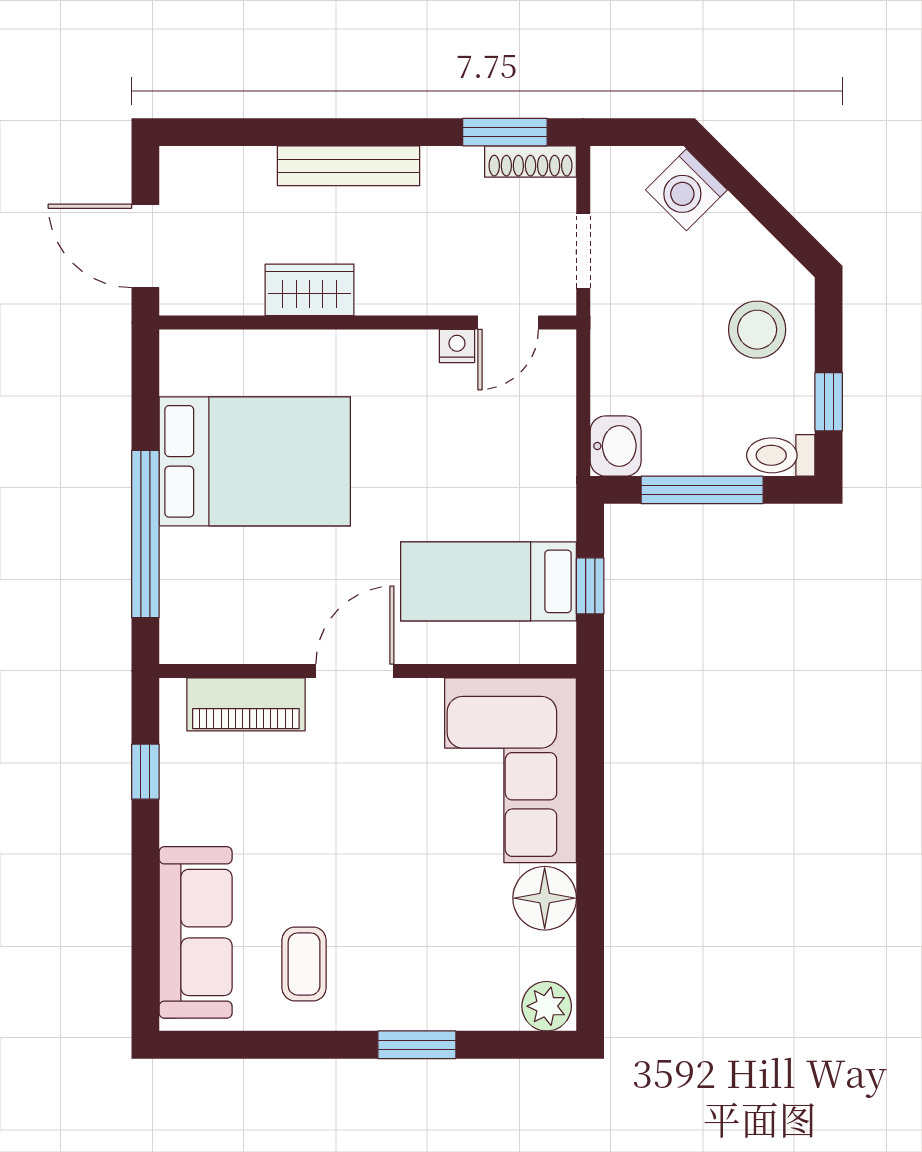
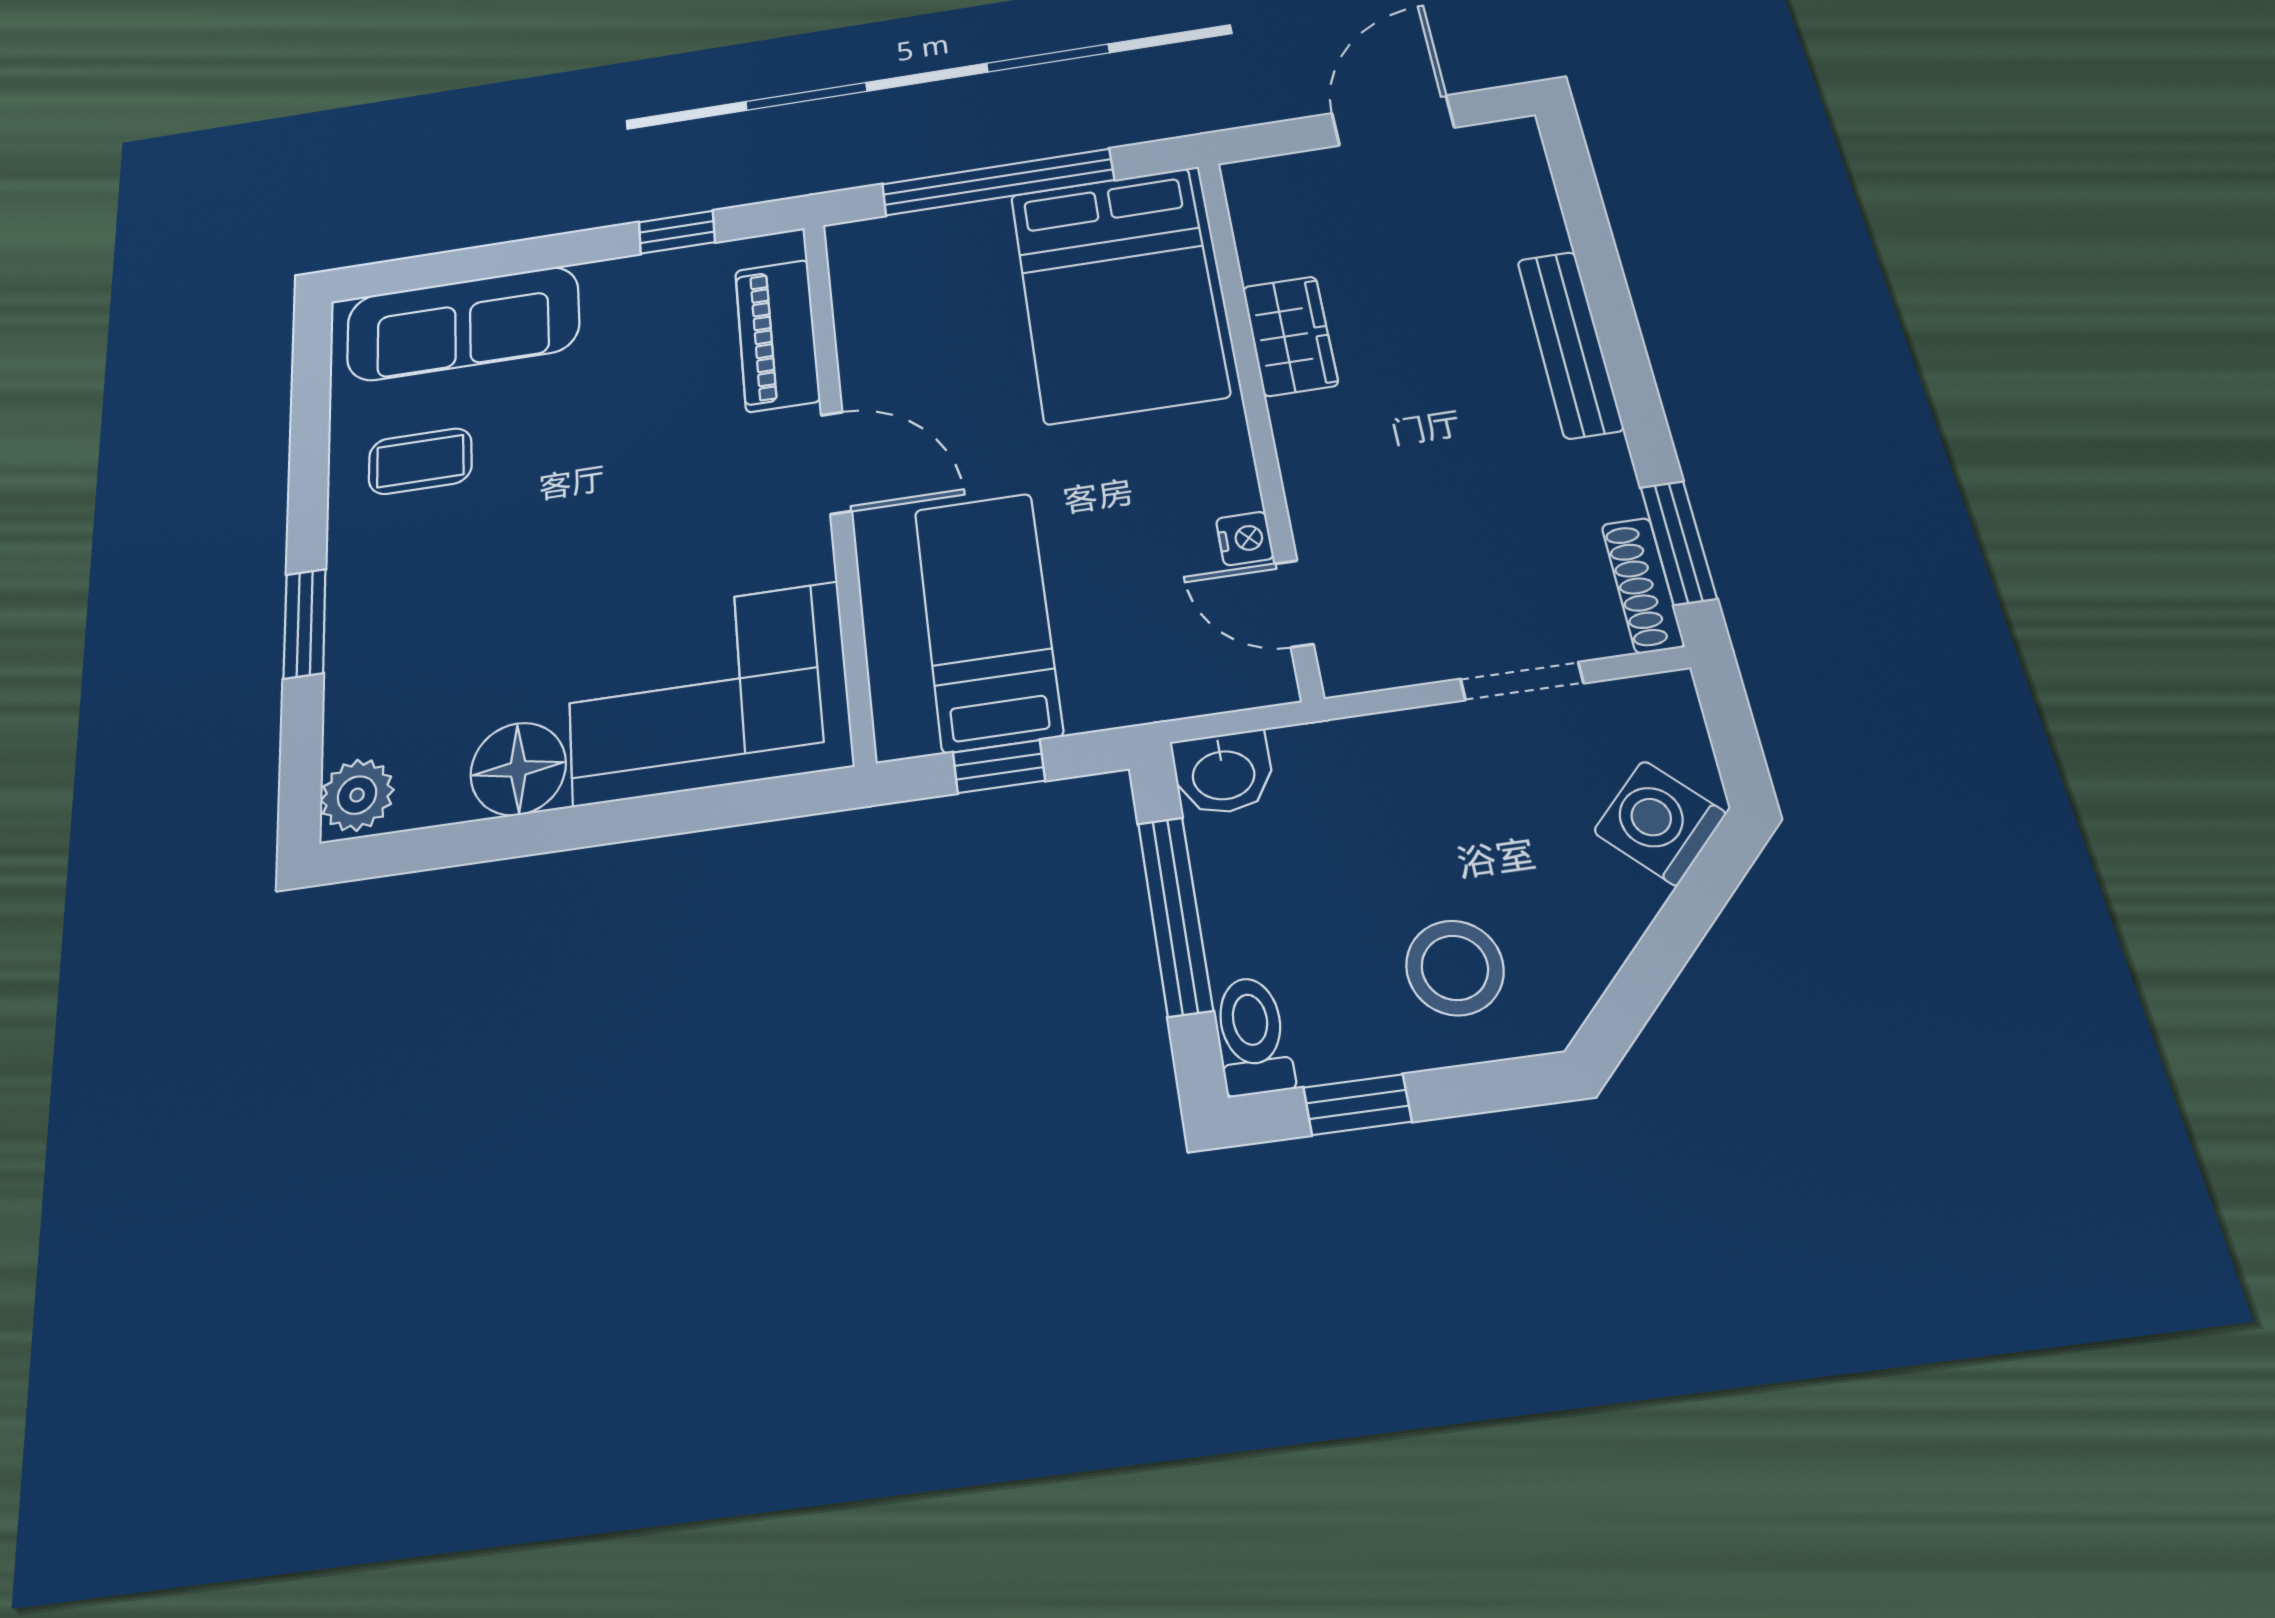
wardrobe: (310, 290) -> (1290, 336), moved
wall: (368, 322) -> (1257, 416), moved
door: (508, 322) -> (1294, 604), moved
nightstand: (457, 346) -> (1245, 538), moved

